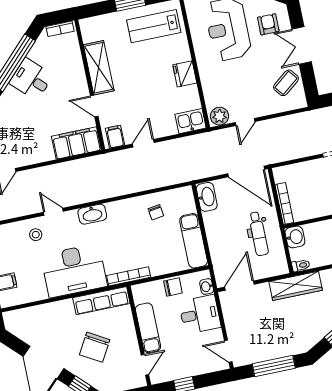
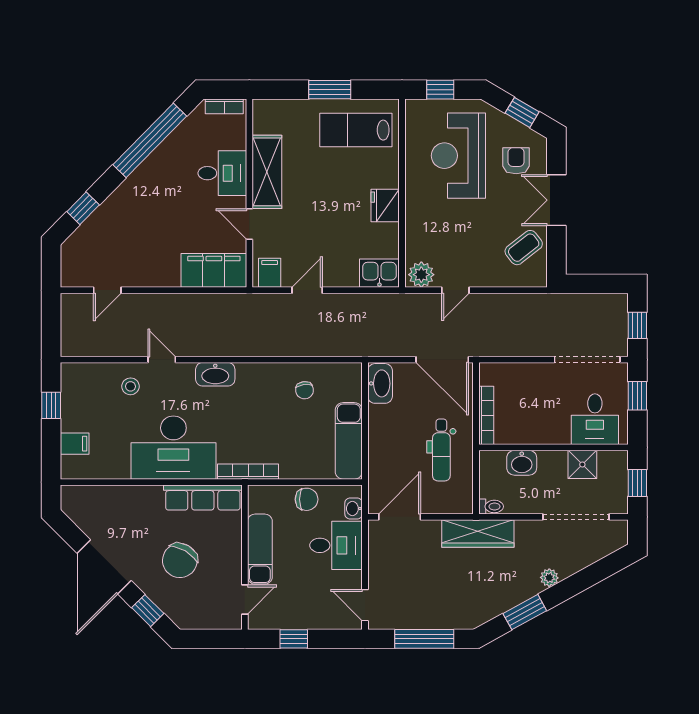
desk: (31, 79) -> (222, 173), moved, turned 135
washbasin: (295, 237) -> (522, 463), moved, turned 90

